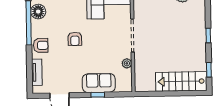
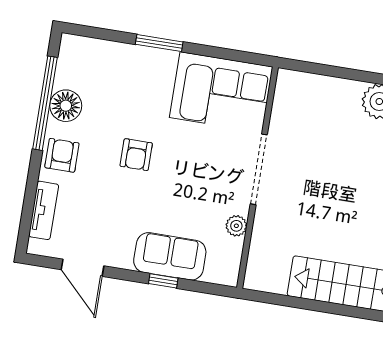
floor lamp: (38, 12) -> (66, 106), moved
armchair: (41, 45) -> (62, 155), turned -90

